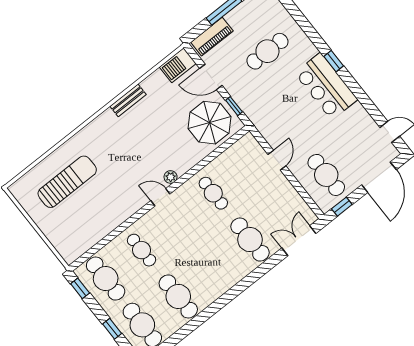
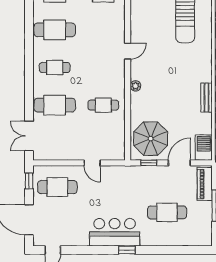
cafe table: (267, 51) -> (167, 212), turned 90
door: (160, 197) -> (128, 51), moved
double door: (299, 241) -> (29, 136), swing flipped
cafe table: (141, 250) -> (55, 67), moved

